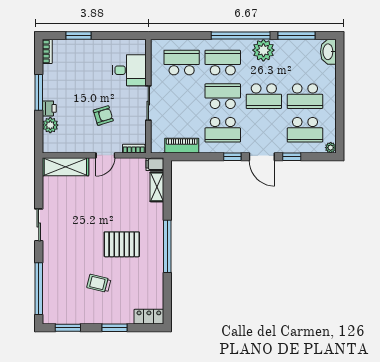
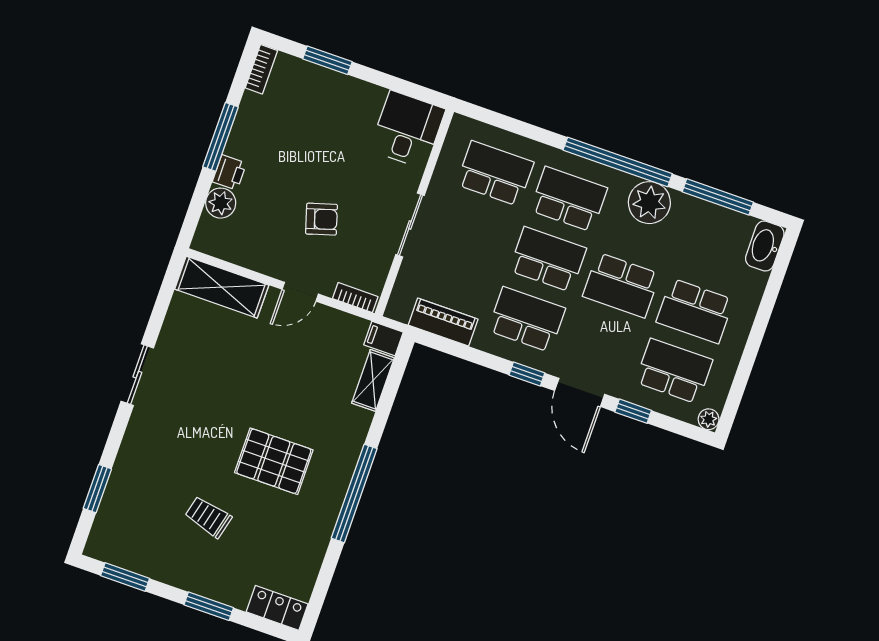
desk: (129, 70) -> (407, 130), moved, turned -90
school desk: (223, 130) -> (527, 319), turned 180
school desk: (305, 130) -> (674, 371), turned 180
window: (39, 289) -> (97, 489), width x0.47

